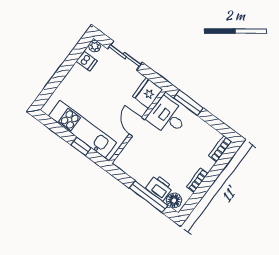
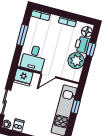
window: (189, 103) -> (22, 35), moved
plant: (142, 171) -> (76, 61), added
window: (149, 197) -> (91, 49), width x0.46

